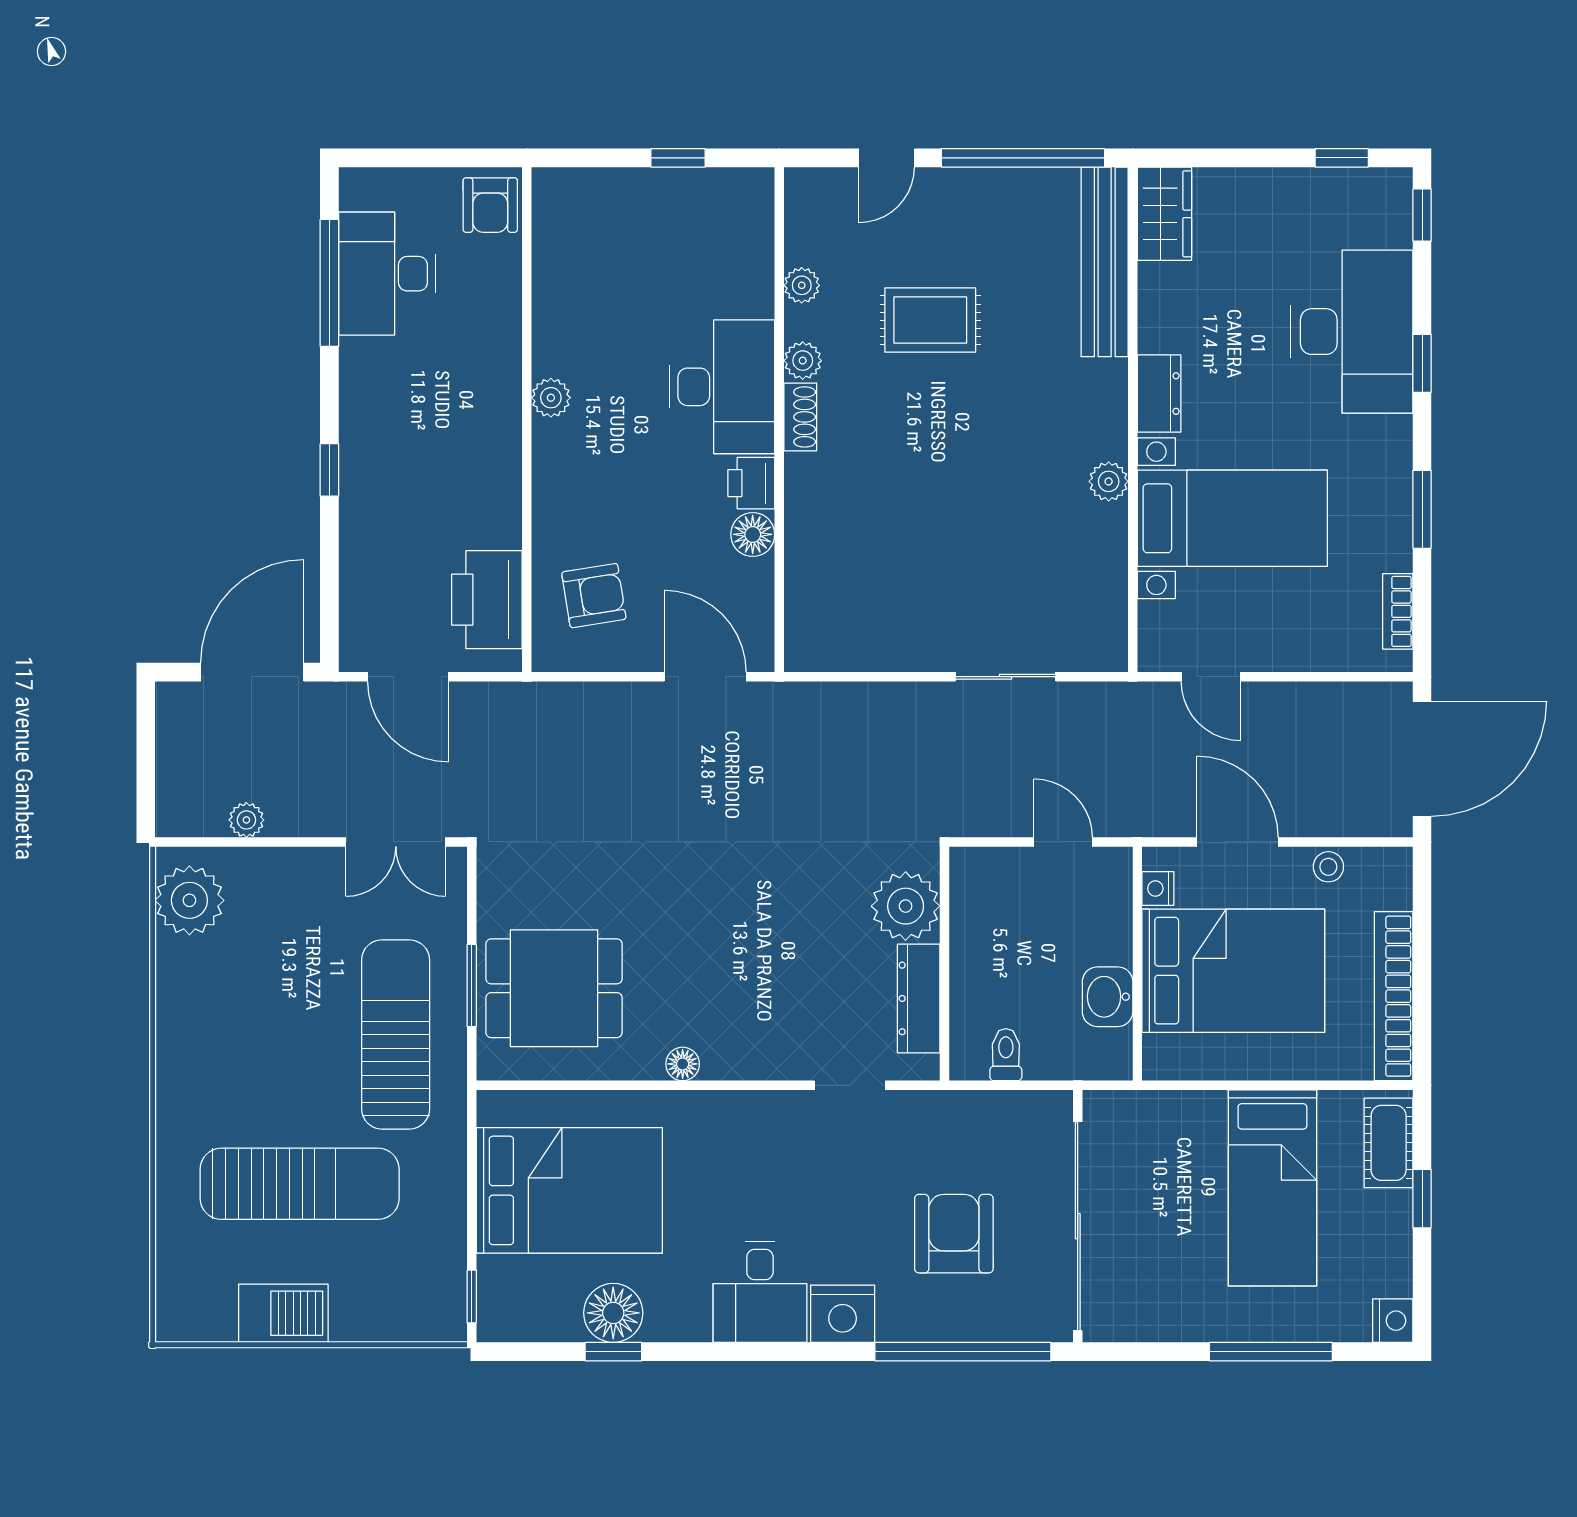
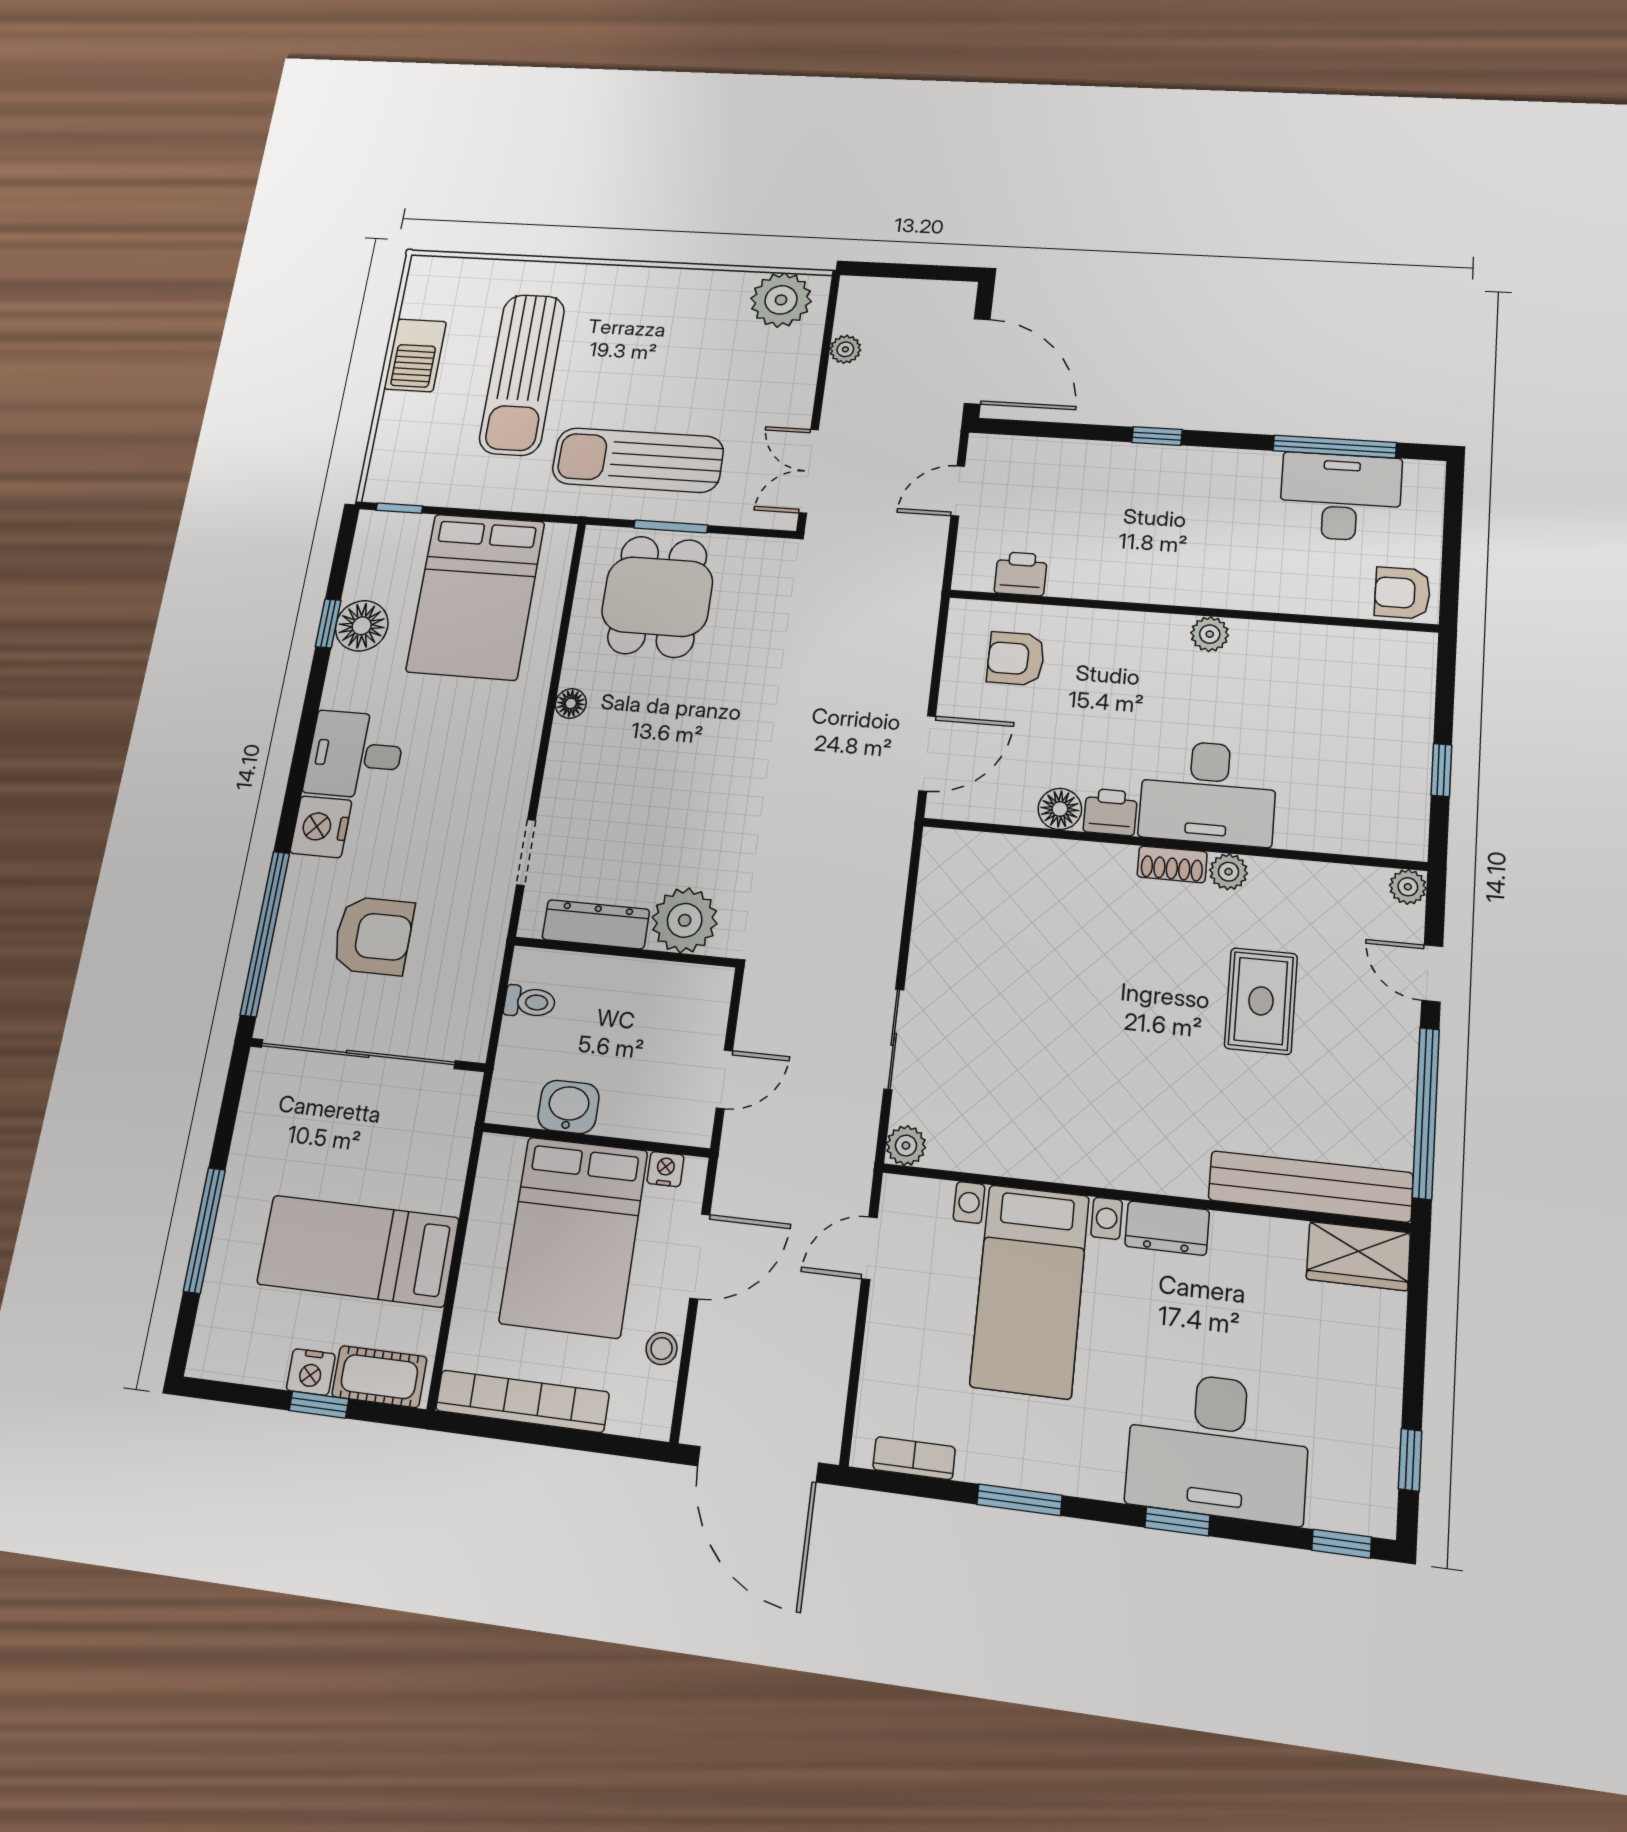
plant: (802, 285) -> (1408, 887), moved
plant: (1109, 481) -> (906, 1146), moved
armchair: (594, 596) -> (1016, 659), turned 99
printer: (487, 600) -> (1021, 574), width x0.53, depth x0.68
door: (408, 677) -> (958, 491), width x0.73
sun lounger: (396, 1034) -> (638, 460), turned 180
nightstand: (1393, 1321) -> (311, 1372), moved

